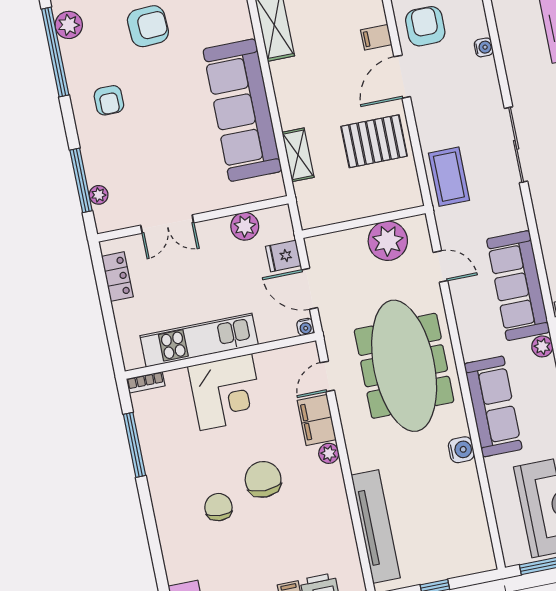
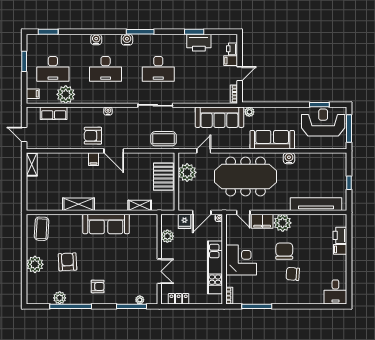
sofa: (242, 110) -> (106, 224), width x0.74, depth x0.79
pallet: (374, 141) -> (163, 177), moved
plant: (329, 453) -> (283, 223), width x1.87, depth x1.87
chair: (263, 479) -> (284, 251), turned 90

